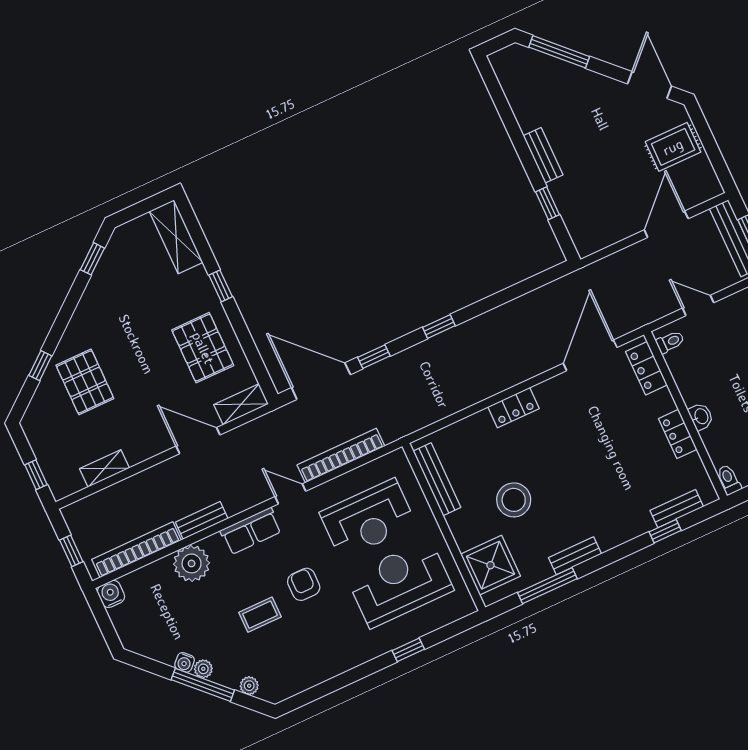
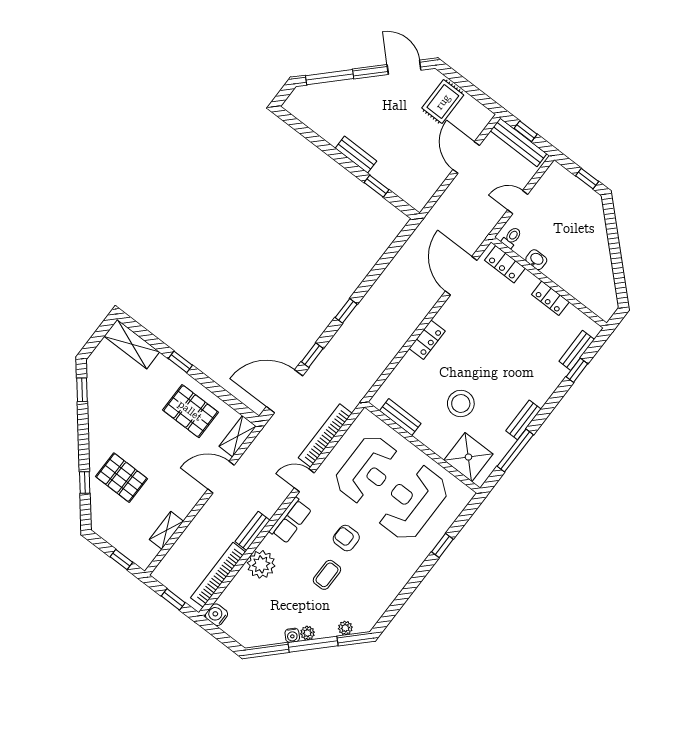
washbasin: (701, 416) -> (536, 260), moved
bench: (437, 479) -> (400, 417), width x0.73
toilet: (729, 480) -> (602, 311), removed

